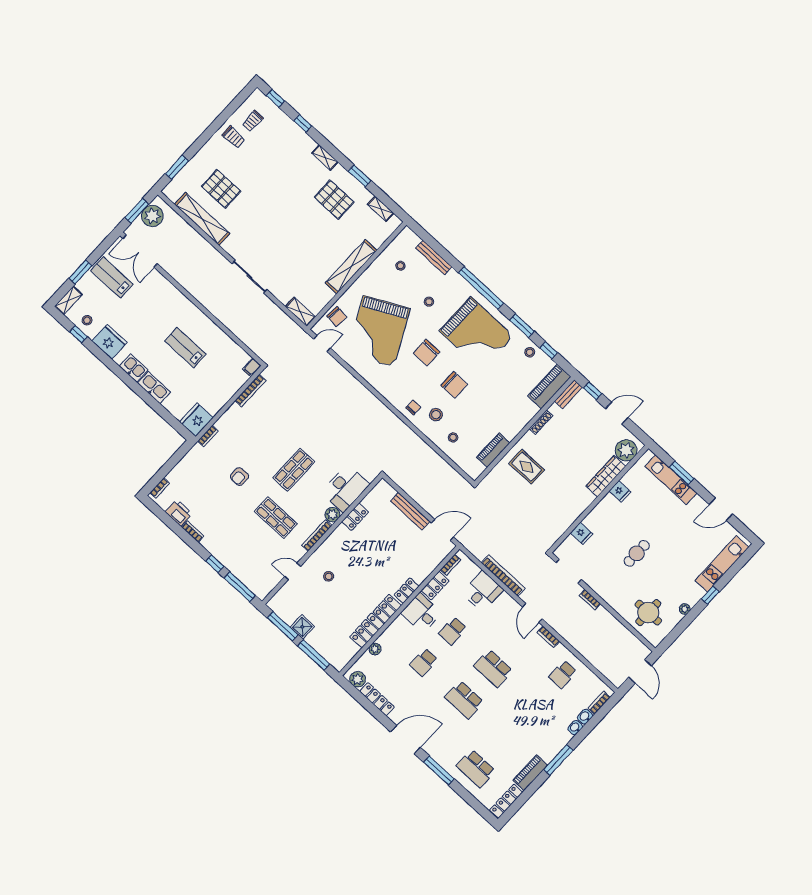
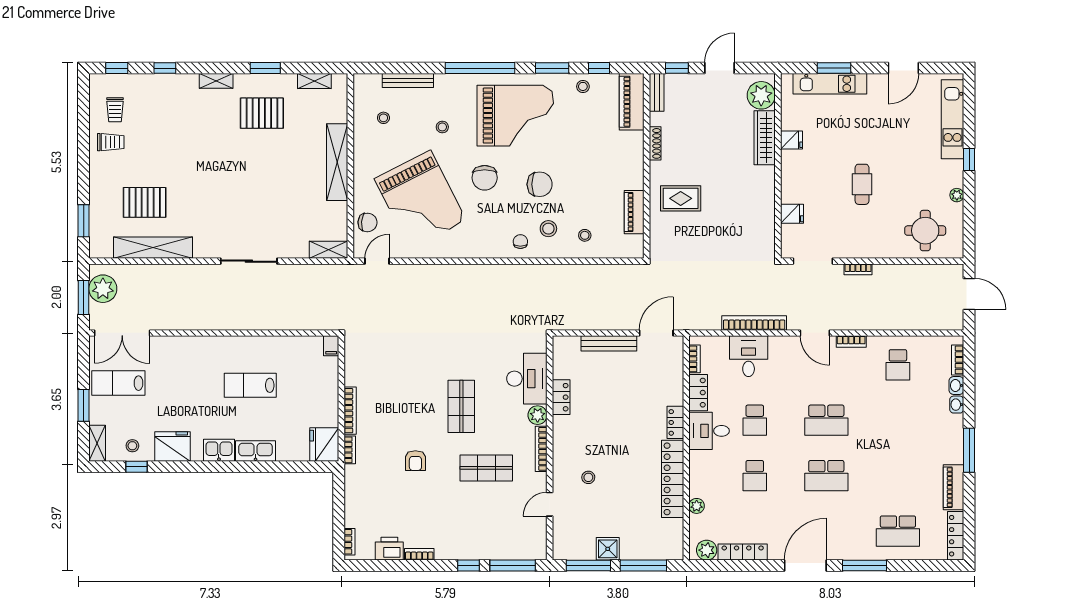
bookcase: (250, 391) -> (350, 411), moved

